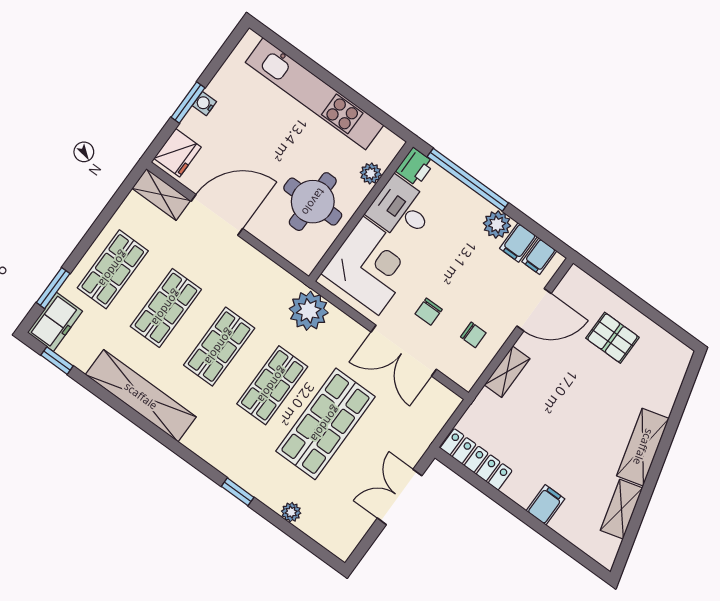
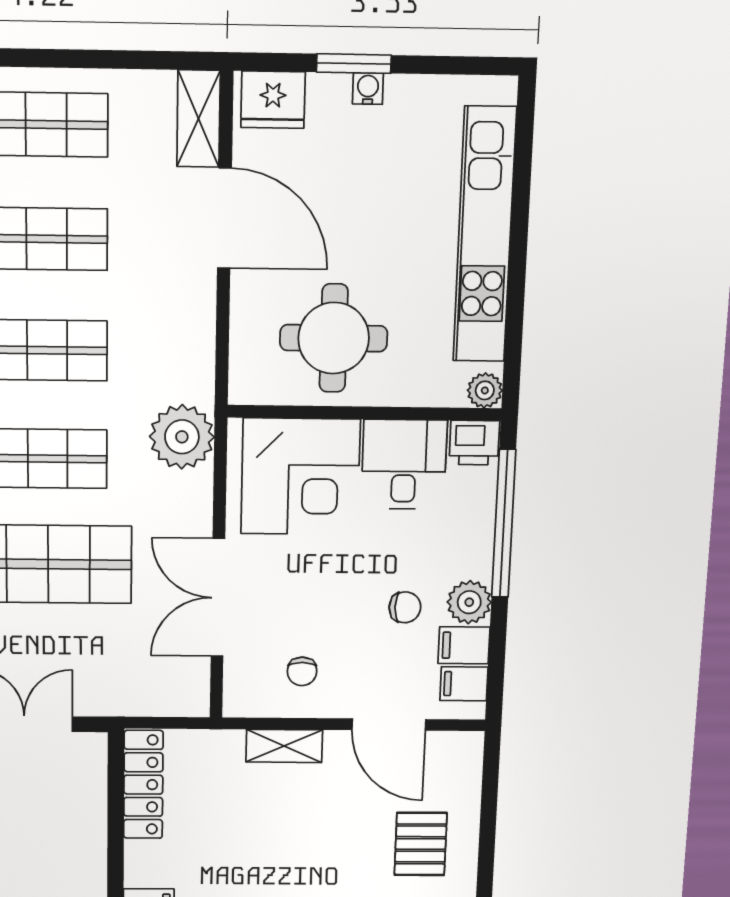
plant: (371, 173) -> (485, 390), moved
chair: (429, 312) -> (405, 607), moved, turned 180

